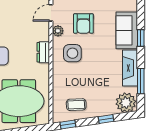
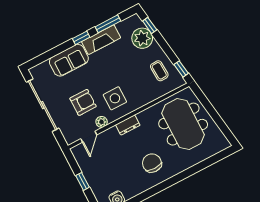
door: (51, 13) -> (89, 137), hinge flipped
window: (141, 38) -> (81, 38), moved
plant: (126, 103) -> (142, 38), moved
window: (106, 119) -> (150, 25), moved

